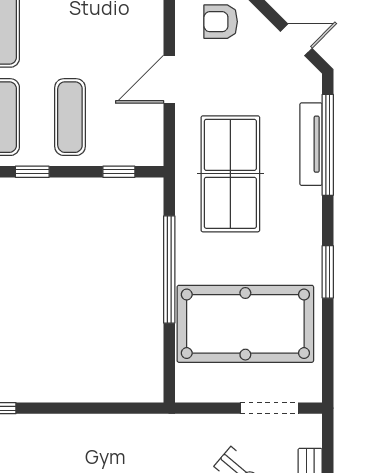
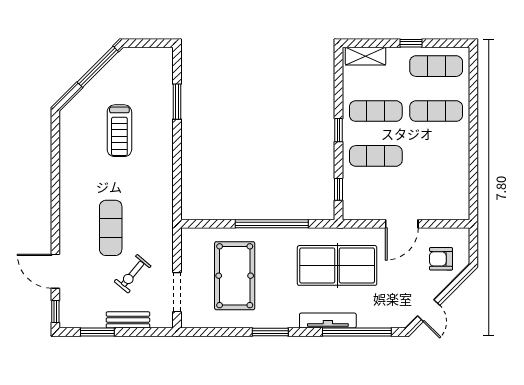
armchair: (221, 22) -> (441, 259), turned -90
door: (169, 79) -> (402, 224), swing flipped
tv unit: (311, 144) -> (328, 321), moved
pool table: (245, 324) -> (235, 276), width x0.73, depth x0.76

